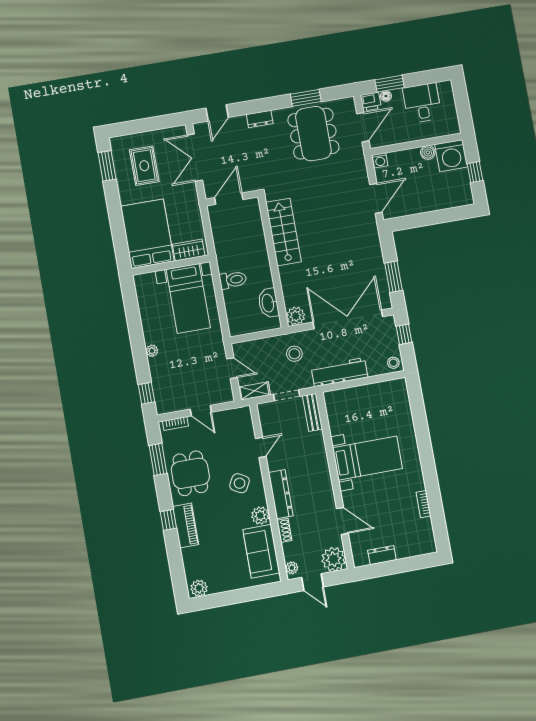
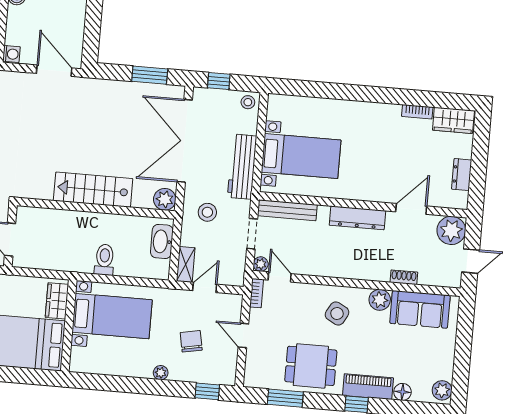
stairs: (284, 232) -> (93, 190), moved
washbasin: (268, 303) -> (162, 241), moved, turned 90
chair: (185, 369) -> (191, 341), added
shelving: (254, 391) -> (186, 264), moved
door: (201, 411) -> (243, 335), swing flipped
bench: (313, 412) -> (287, 210), width x1.36
bookcase: (175, 424) -> (257, 293), moved
door: (261, 447) -> (280, 277), moved
bed with nightstands: (367, 458) -> (301, 156), moved, turned 90
dresser: (281, 494) -> (357, 218), moved, turned 180
wardrobe: (424, 536) -> (453, 120), added
floor lamp: (189, 555) -> (402, 392), added
plant: (292, 568) -> (261, 264), moved

